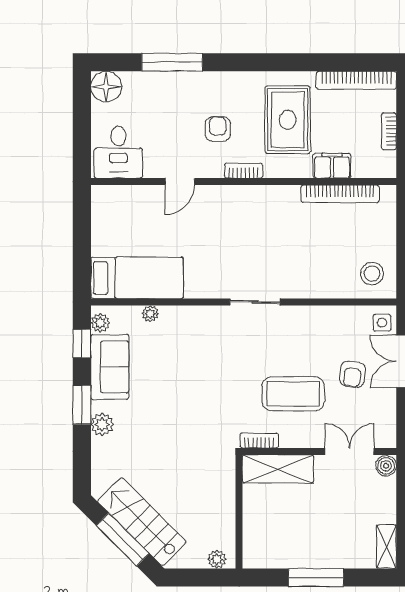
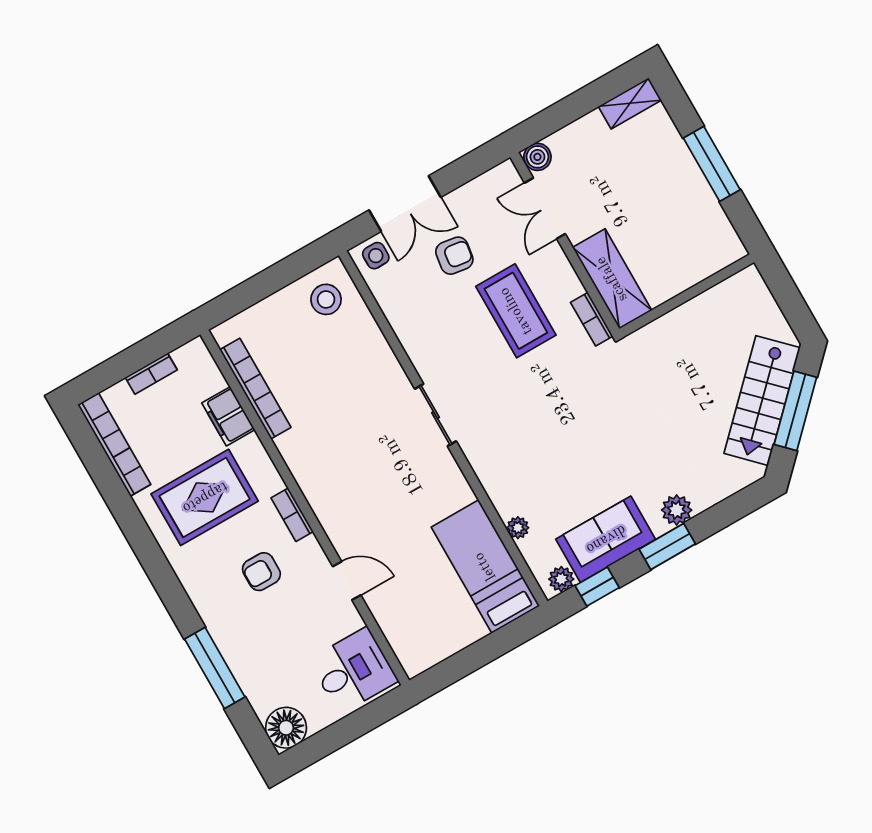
plant: (217, 559) -> (756, 290), removed

